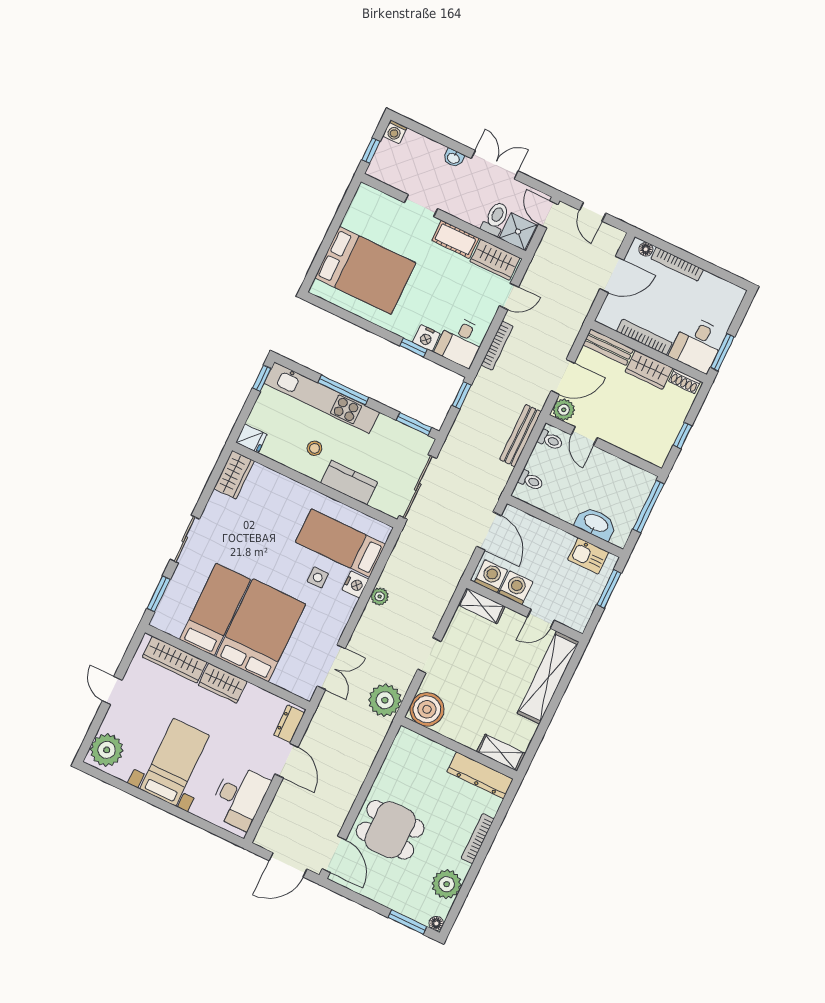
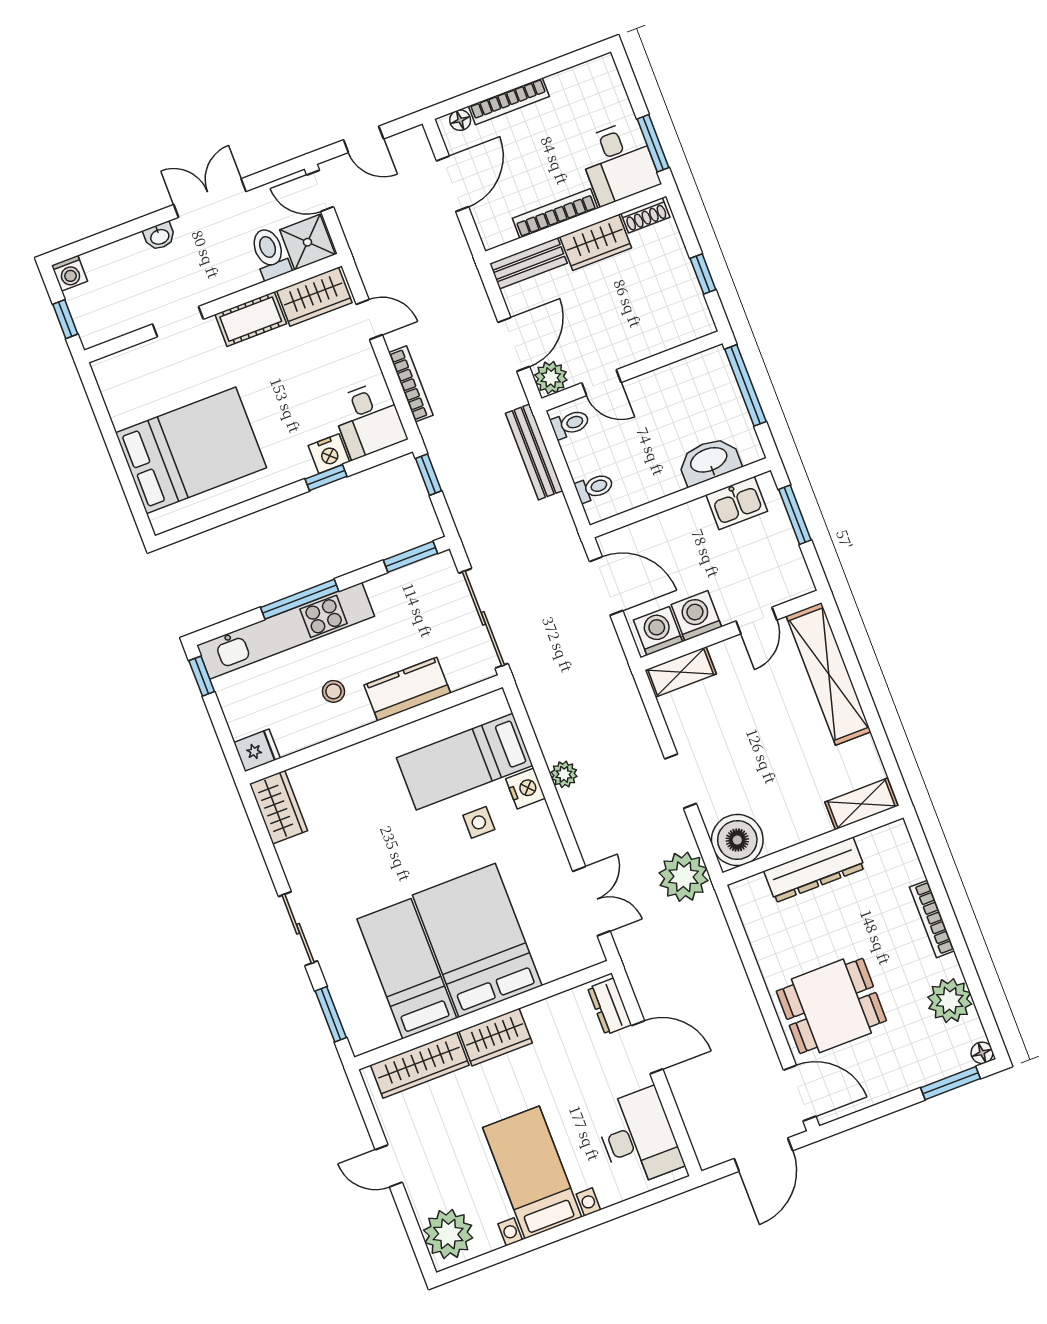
door: (509, 296) -> (369, 320), hinge flipped
dresser: (480, 775) -> (814, 870), moved

